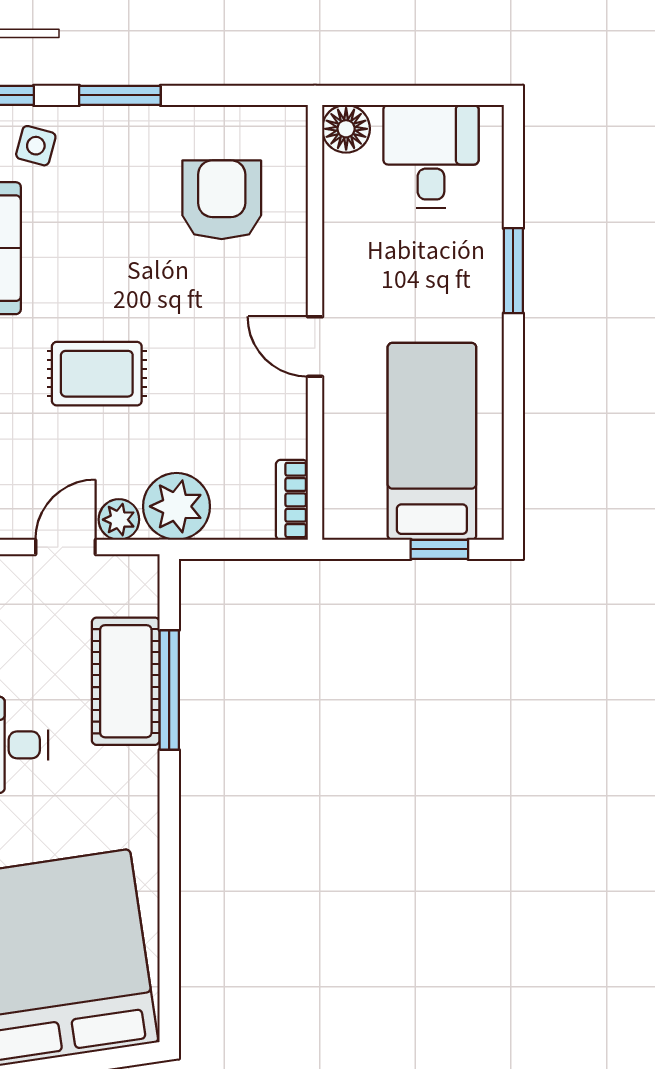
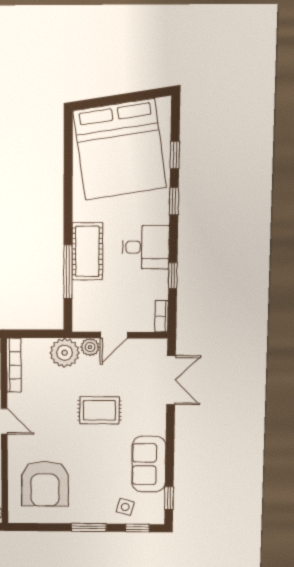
armchair: (222, 200) -> (45, 484), width x1.36, depth x1.36
bookcase: (292, 500) -> (14, 365), width x1.56
cot: (126, 681) -> (87, 251), moved

